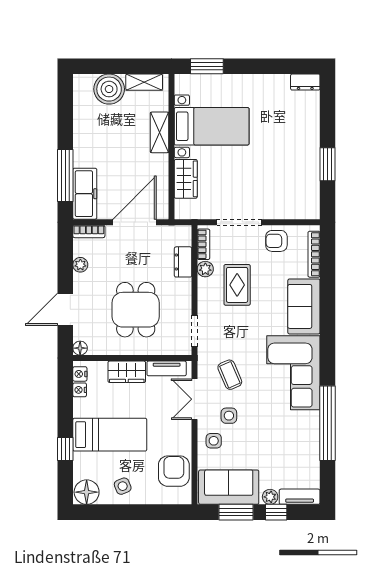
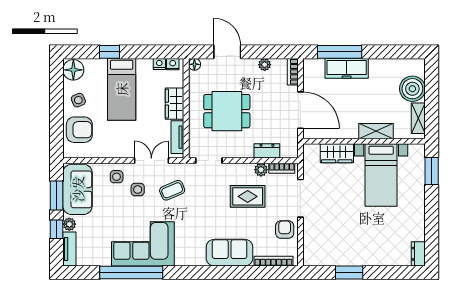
freezer: (85, 194) -> (347, 68), moved
corner sofa: (293, 373) -> (143, 244), moved
armchair: (174, 471) -> (79, 130), moved

